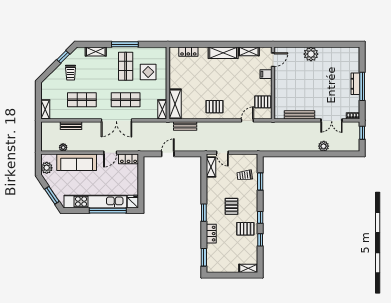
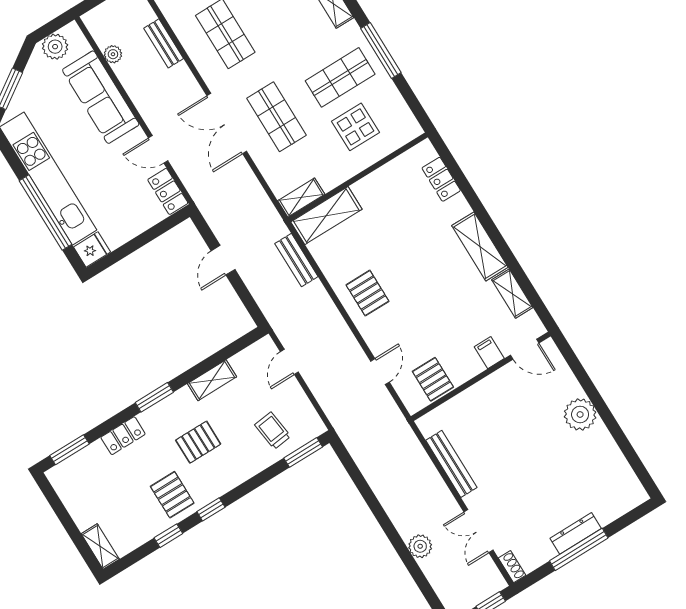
door: (247, 120) -> (380, 372), hinge flipped
door: (168, 154) -> (223, 260), swing flipped
shelving: (211, 167) -> (212, 380), moved
window: (260, 181) -> (303, 452), moved

